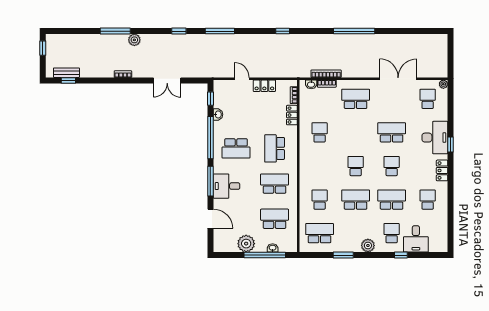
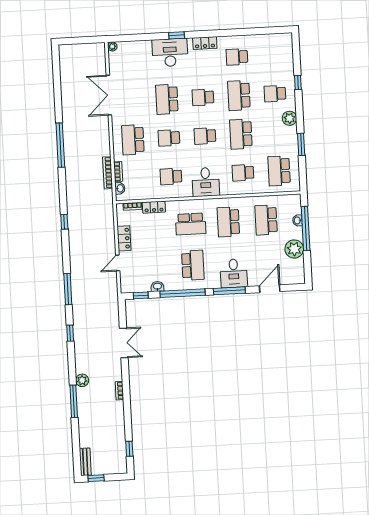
bench: (66, 73) -> (85, 462), moved
school desk: (428, 99) -> (169, 138), moved
desk: (416, 239) -> (206, 182), moved, turned 90

